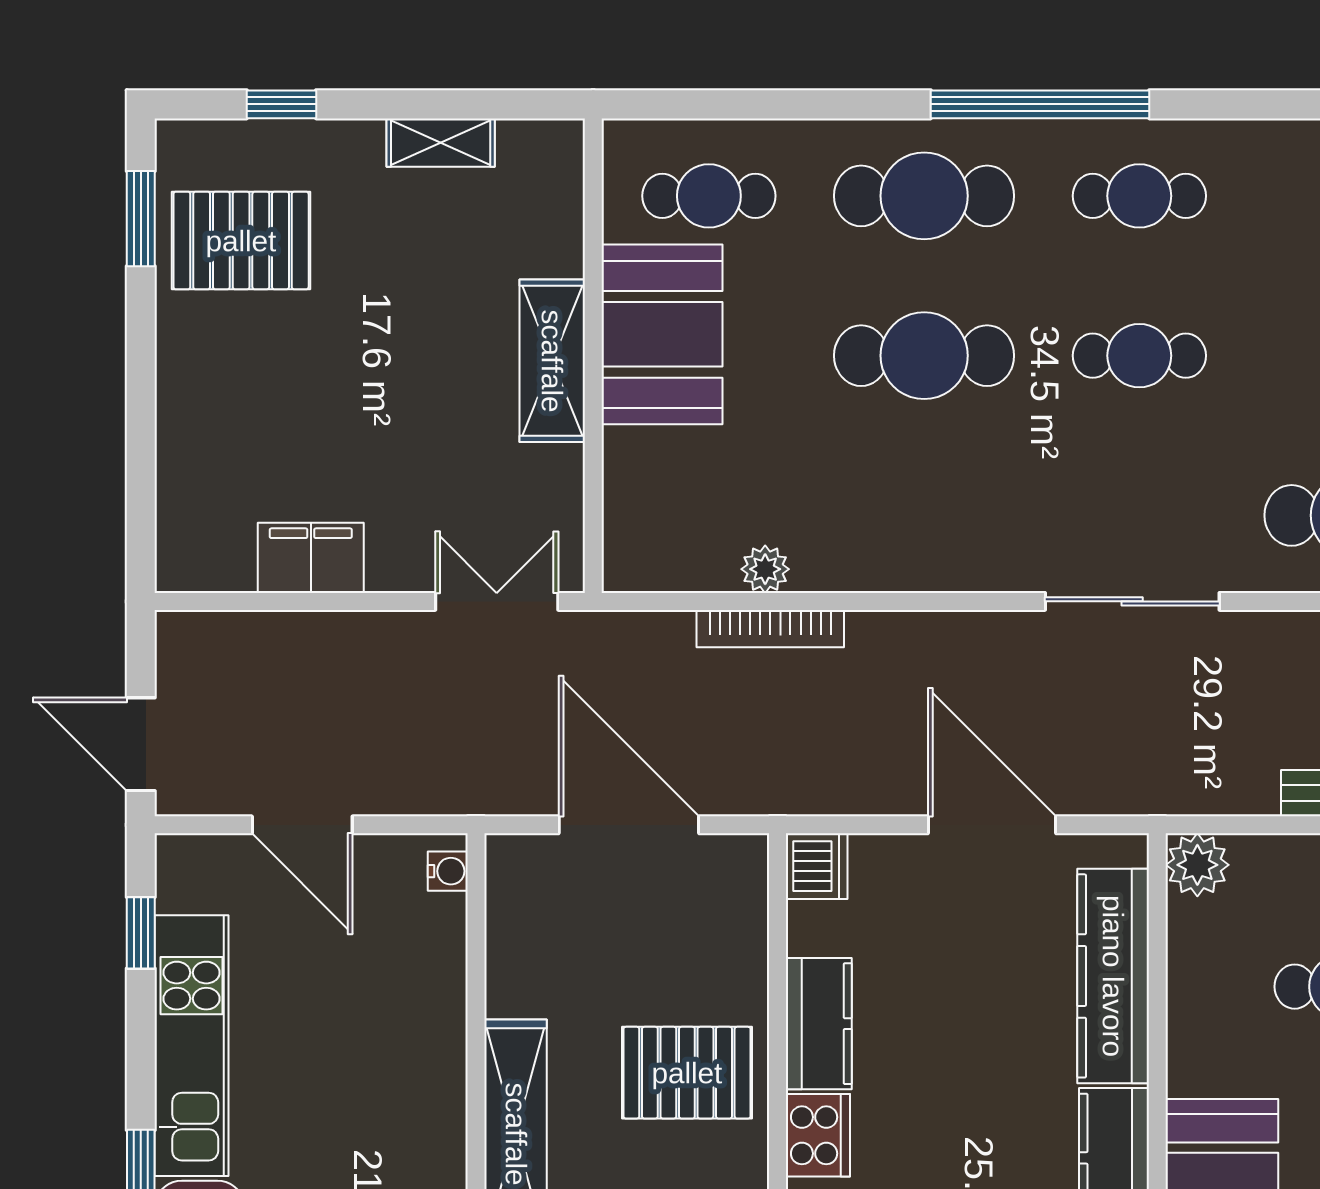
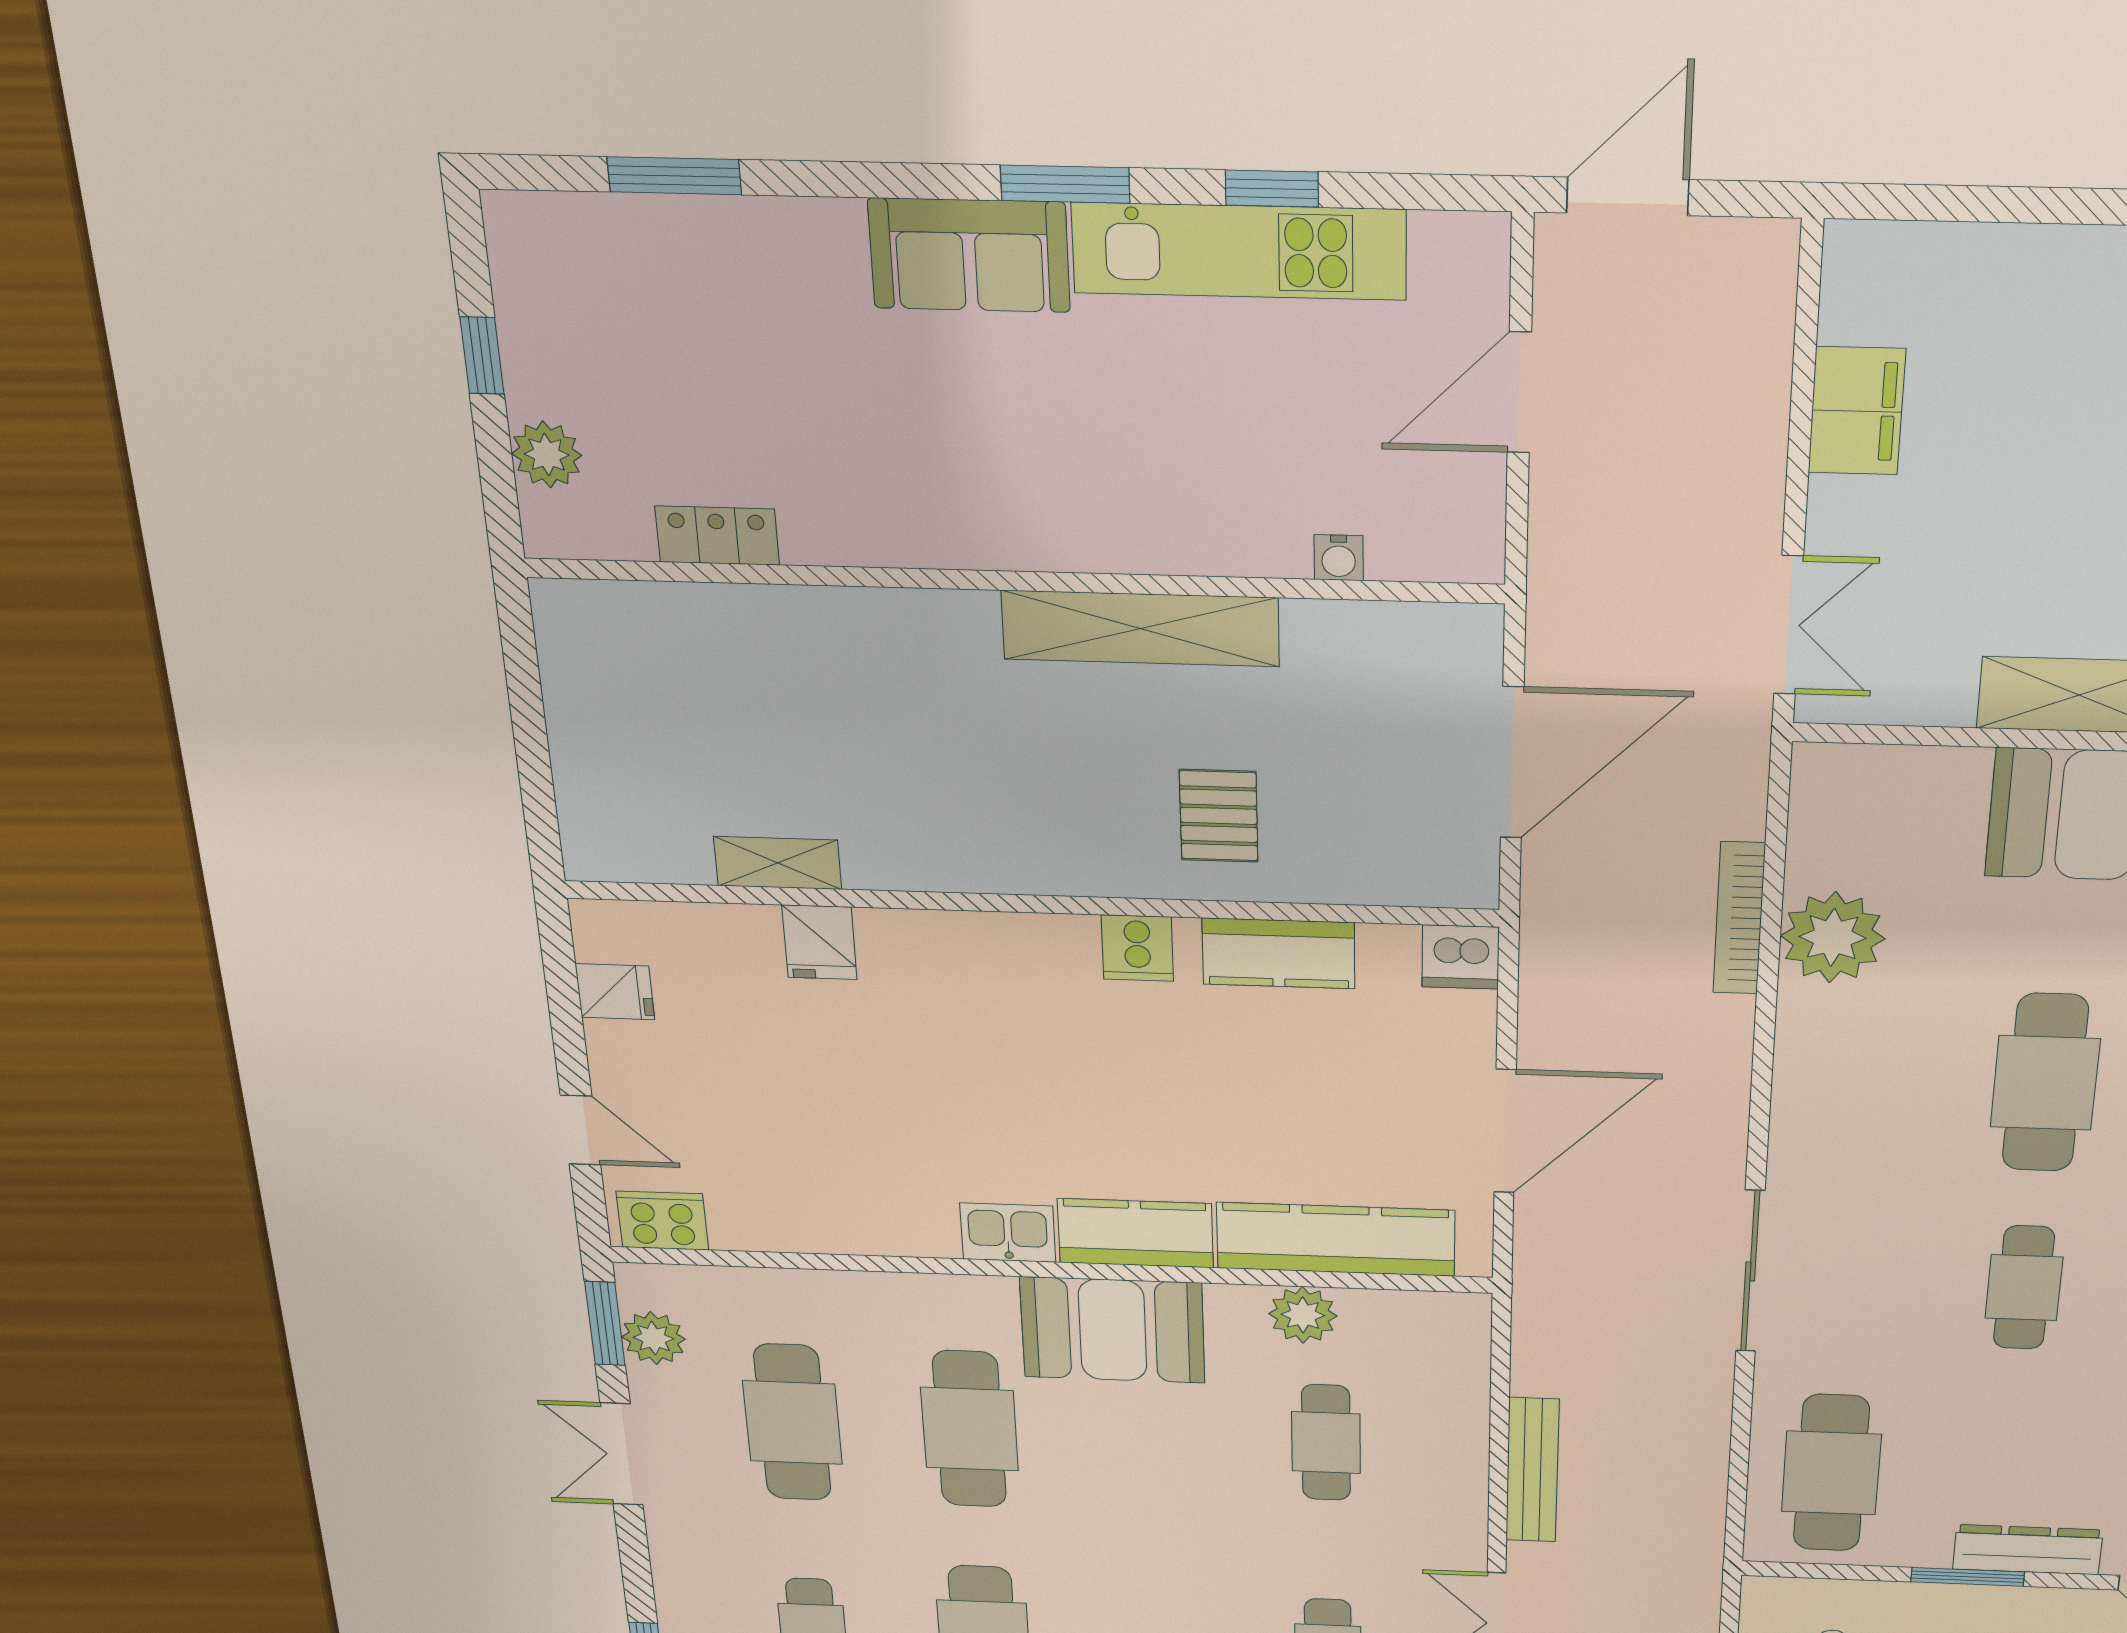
plant: (765, 569) -> (1833, 937), width x1.88, depth x1.88
plant: (1197, 865) -> (1303, 1315), moved
water cooler: (448, 871) -> (1339, 558), moved
window: (141, 933) -> (1272, 189), moved
pallet: (687, 1073) -> (1219, 816), width x0.67, depth x0.71
cooker: (818, 1135) -> (1137, 948), width x0.73

